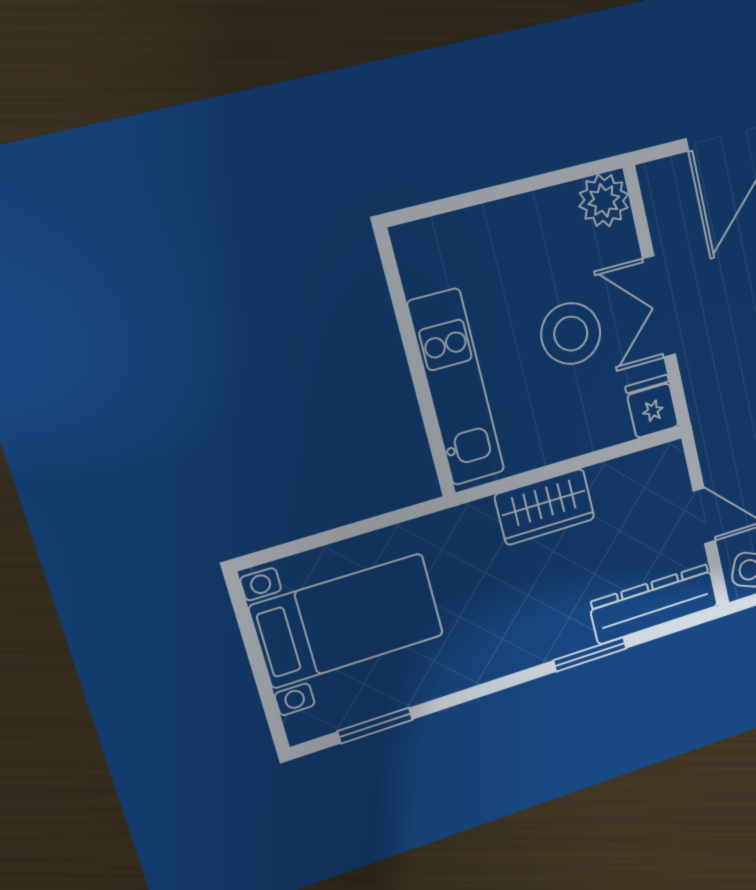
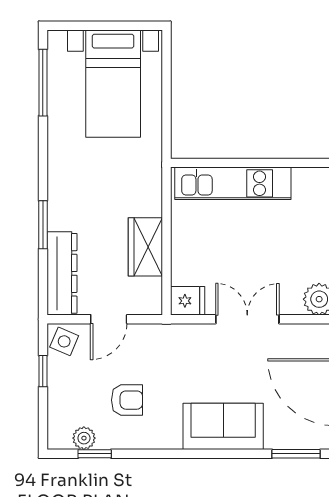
stool: (571, 334) -> (246, 260), removed
wardrobe: (545, 507) -> (145, 247), moved
window: (375, 726) -> (43, 83), width x1.44

